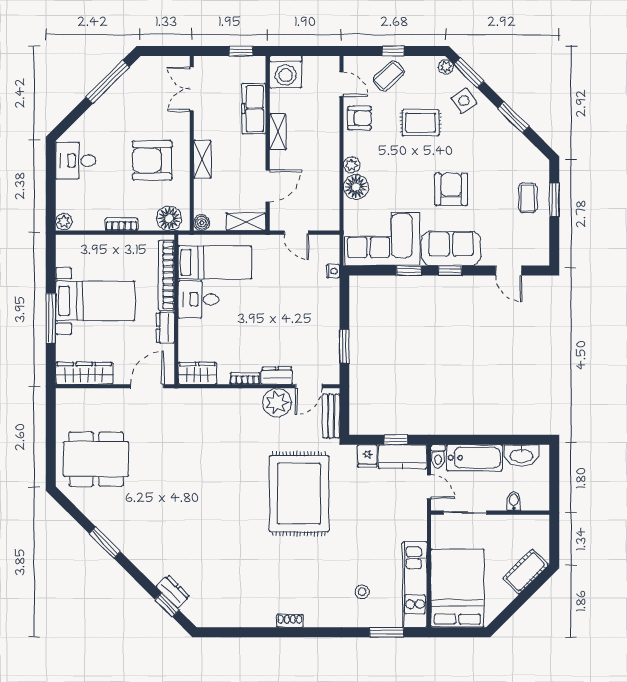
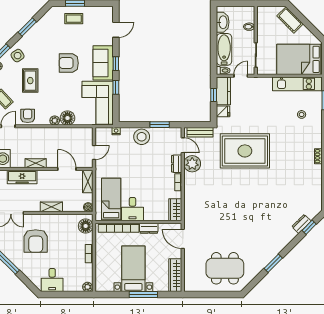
armchair: (152, 160) -> (36, 241), moved
stool: (323, 315) -> (142, 137), added
dining table: (96, 459) -> (225, 268), turned 90

